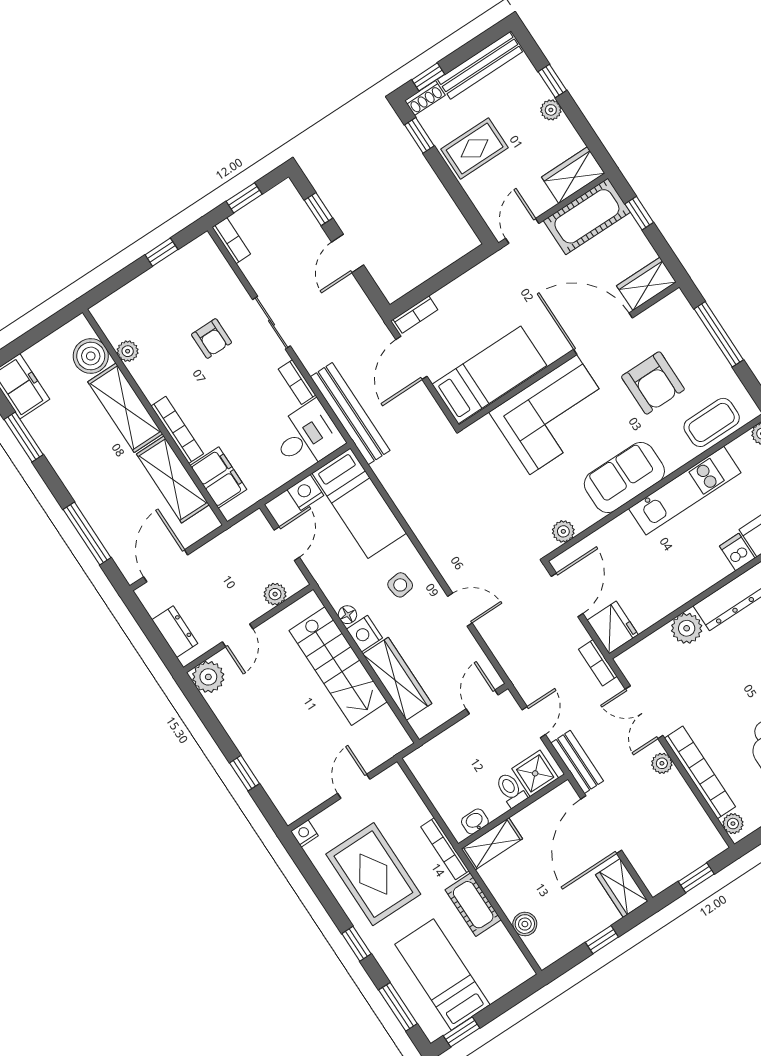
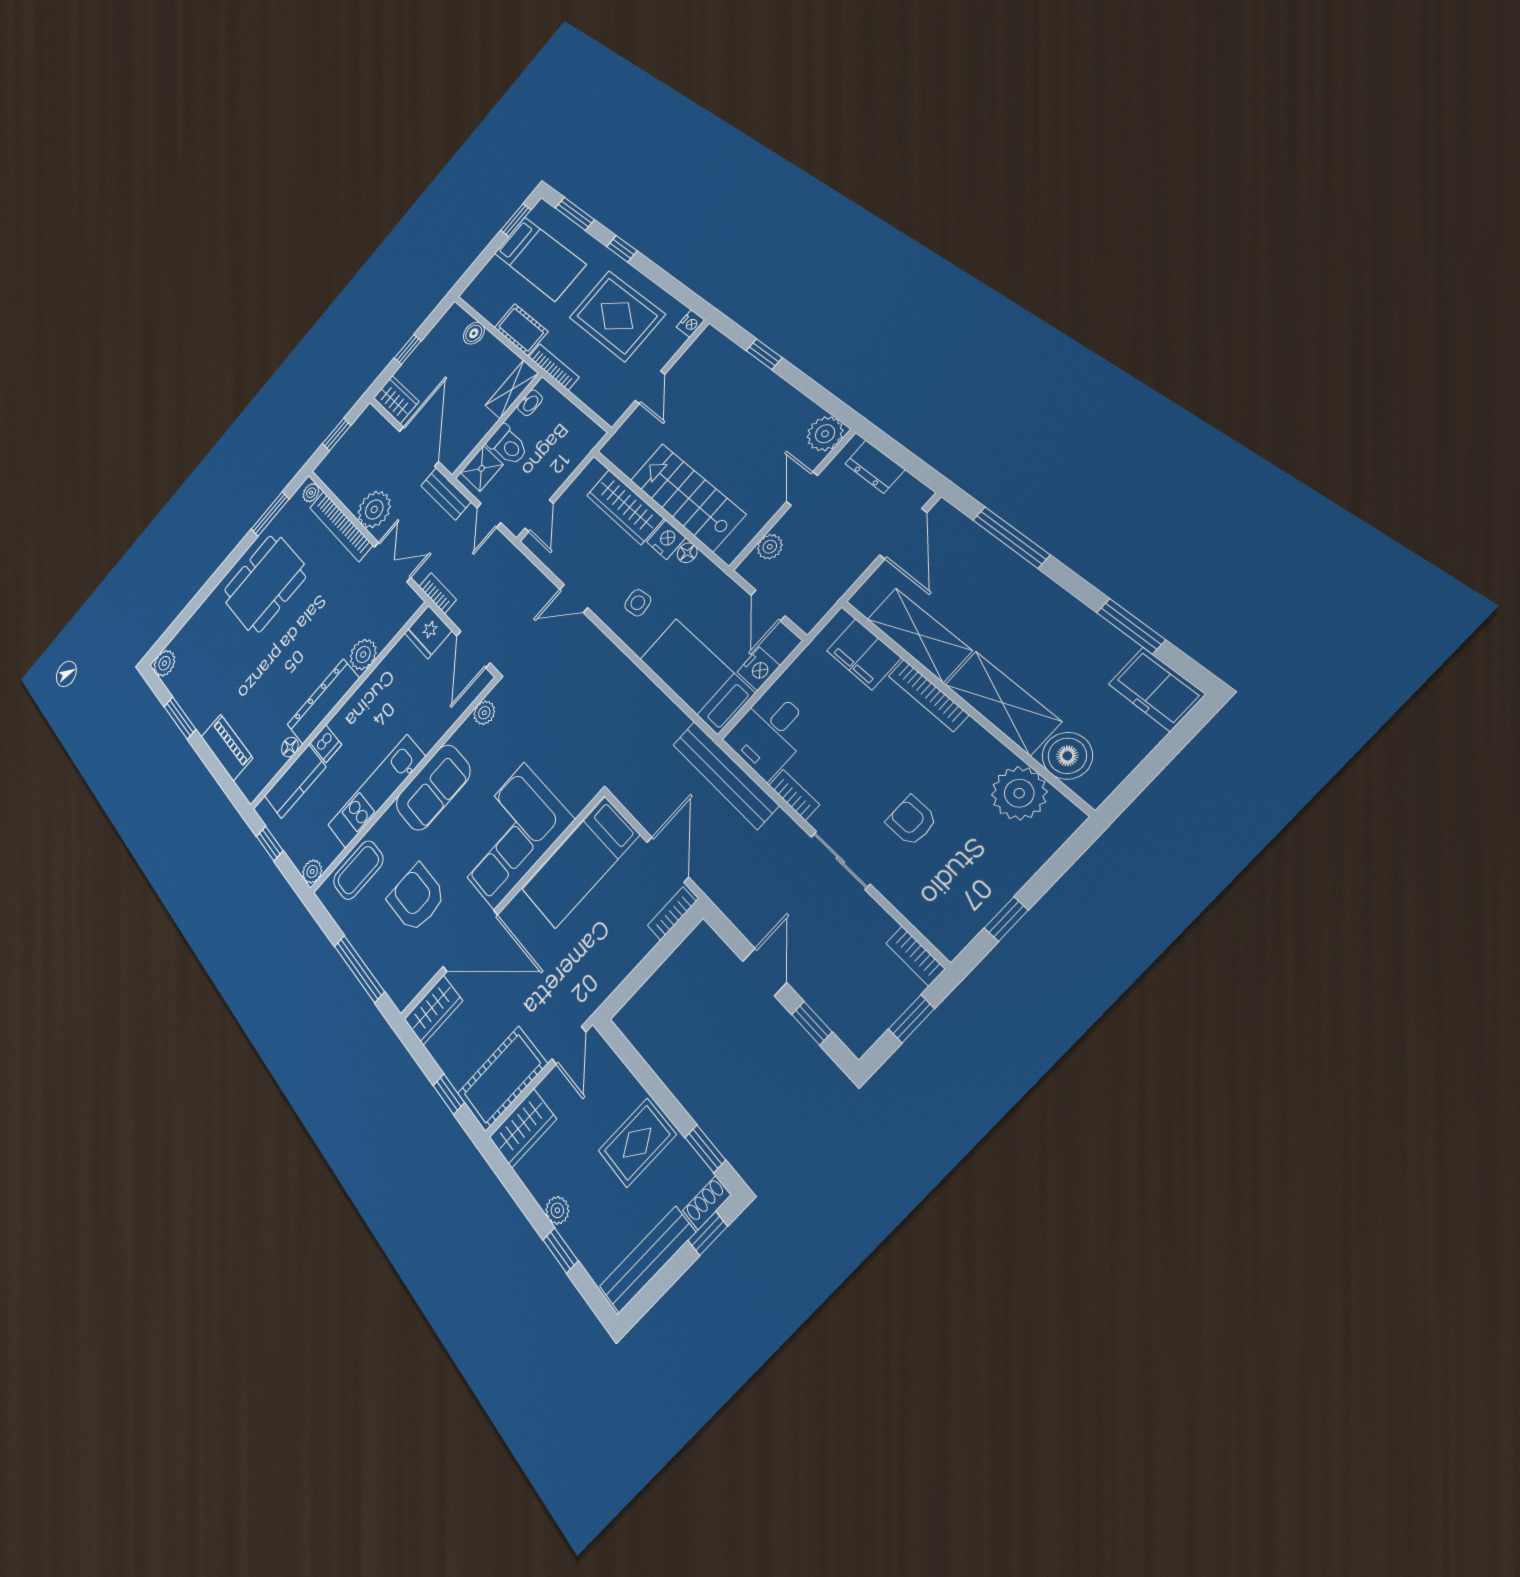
plant: (128, 351) -> (1019, 793), width x1.87, depth x1.87
plant: (662, 763) -> (374, 509), width x1.88, depth x1.88
toilet: (511, 790) -> (508, 445), width x1.37, depth x1.39

